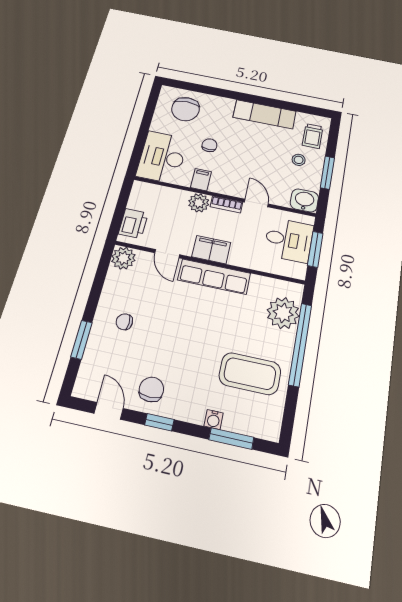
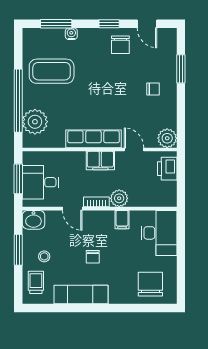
chair: (209, 145) -> (93, 257), moved

